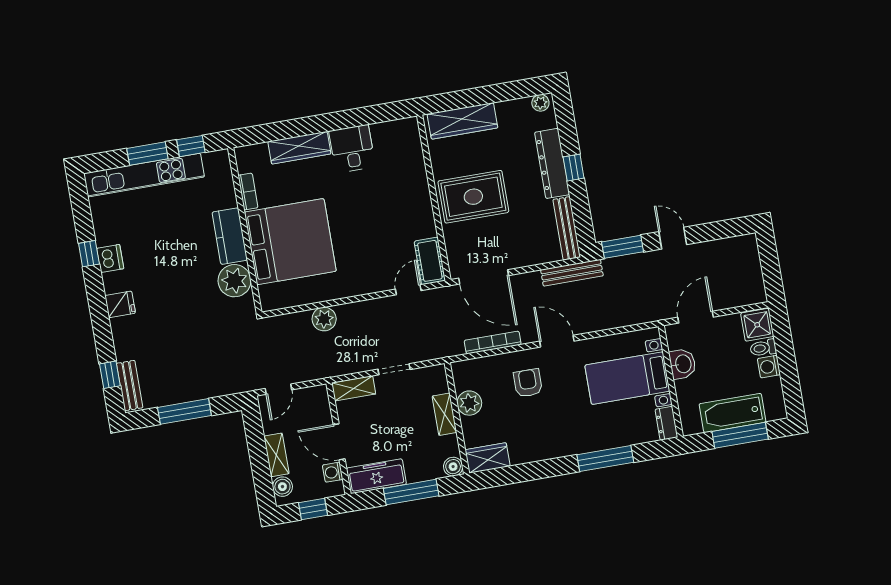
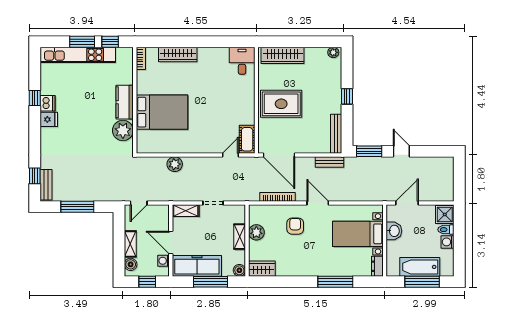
desk: (352, 149) -> (242, 61), moved
dresser: (552, 163) -> (334, 92), removed
bookcase: (248, 192) -> (141, 58), moved
bed: (290, 242) -> (162, 112), width x0.73
bench: (572, 273) -> (329, 162), width x0.73
fridge: (120, 304) -> (49, 119), moved
freezer: (376, 476) -> (197, 266), width x1.36, depth x1.26

